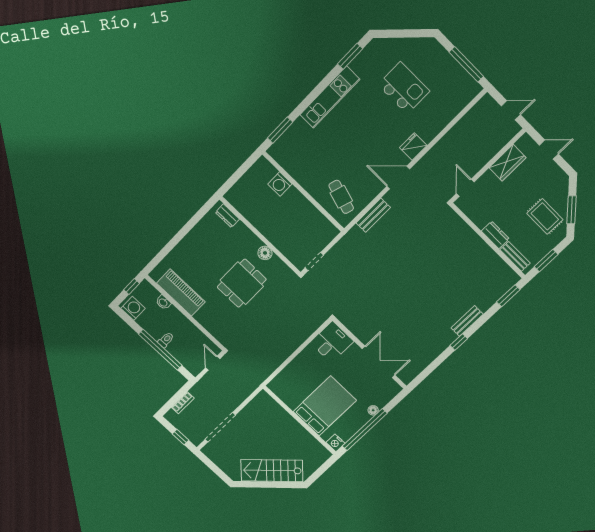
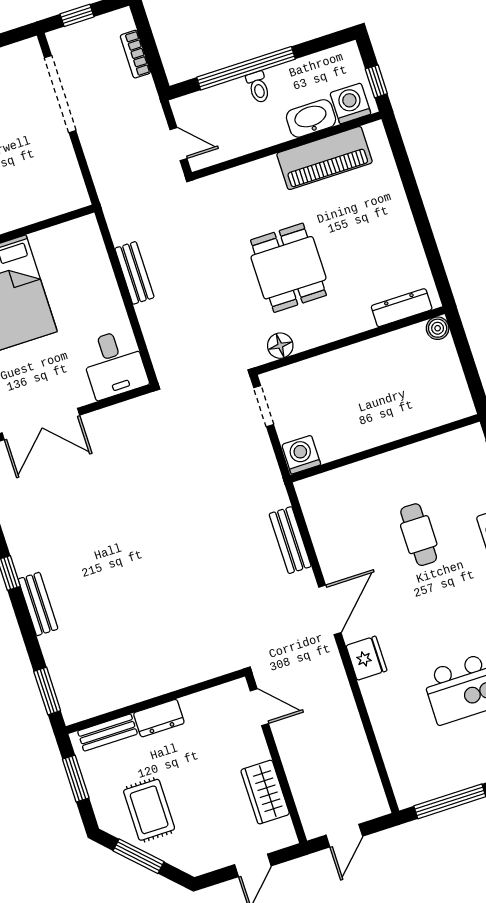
washing machine: (280, 184) -> (301, 455), moved
boiler: (231, 196) -> (438, 328), added
cafe table: (341, 197) -> (419, 535), moved, turned 73
dresser: (227, 216) -> (402, 308), width x1.44
rug: (545, 216) -> (149, 810), turned 90
floor lamp: (265, 253) -> (280, 346), moved
washbasin: (163, 302) -> (311, 118), width x1.91, depth x1.45
washing machine: (133, 308) -> (350, 103), moved, turned 180
bench: (284, 354) -> (134, 273), added

